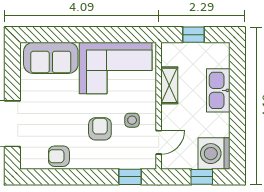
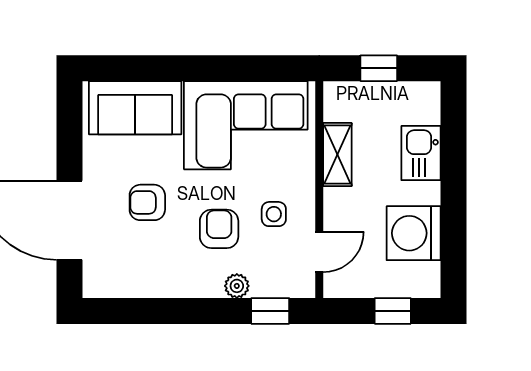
kitchen sink: (218, 90) -> (421, 153), width x0.73
washing machine: (214, 154) -> (414, 233), moved
armchair: (59, 156) -> (147, 202), moved
plant: (110, 162) -> (237, 286), added

